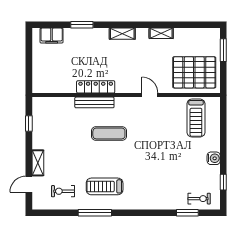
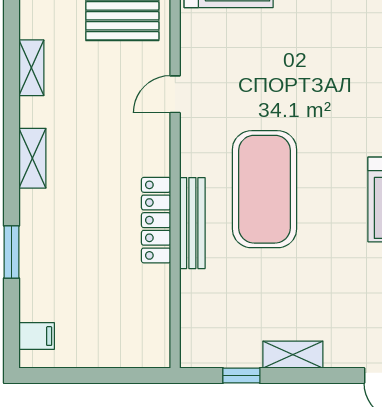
filing cabinet: (52, 36) -> (37, 336), width x0.50
exercise mat: (109, 133) -> (265, 189), width x2.00, depth x1.45
shelving: (38, 163) -> (293, 355), moved

